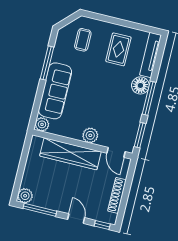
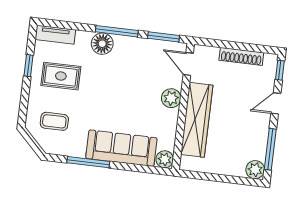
window: (130, 24) -> (29, 66), added
tv unit: (151, 55) -> (55, 35), width x0.71
door: (116, 152) -> (188, 64), swing flipped

